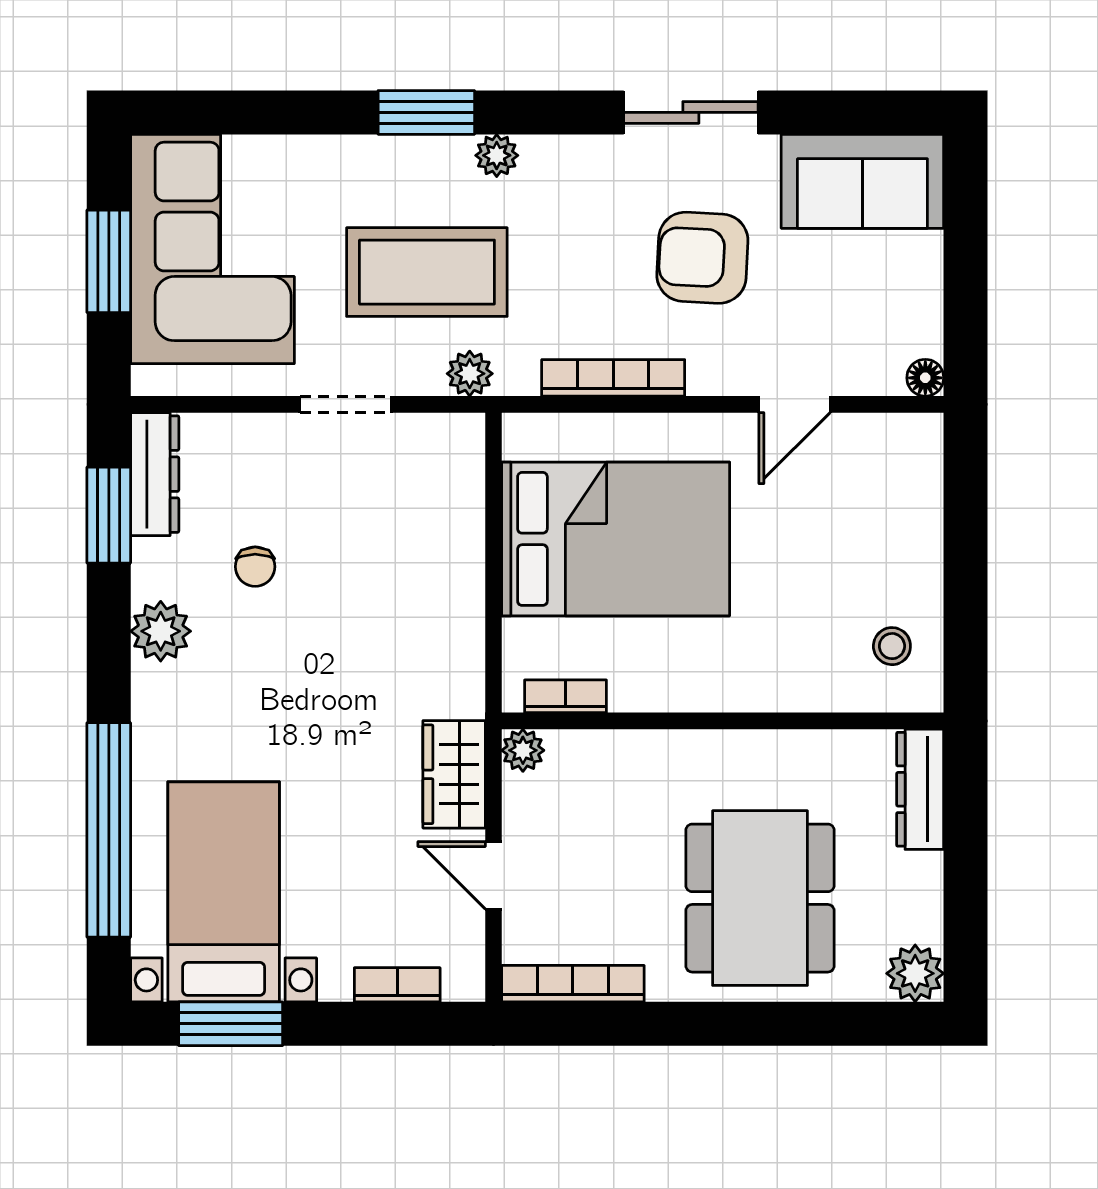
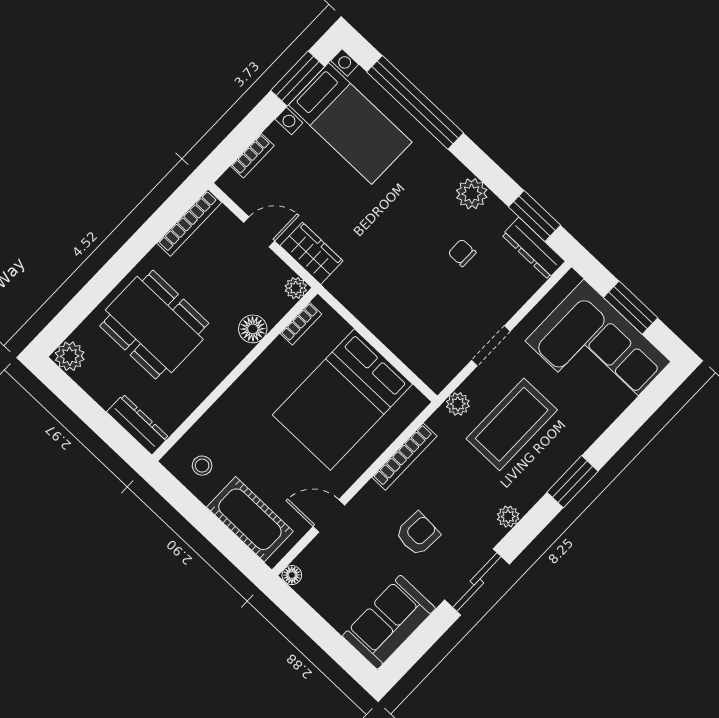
plant: (497, 155) -> (508, 517), moved
armchair: (702, 258) -> (418, 534), width x0.72, depth x0.72
door: (794, 404) -> (329, 516), hinge flipped
cot: (903, 509) -> (250, 519), added
floor lamp: (636, 756) -> (253, 329), added

